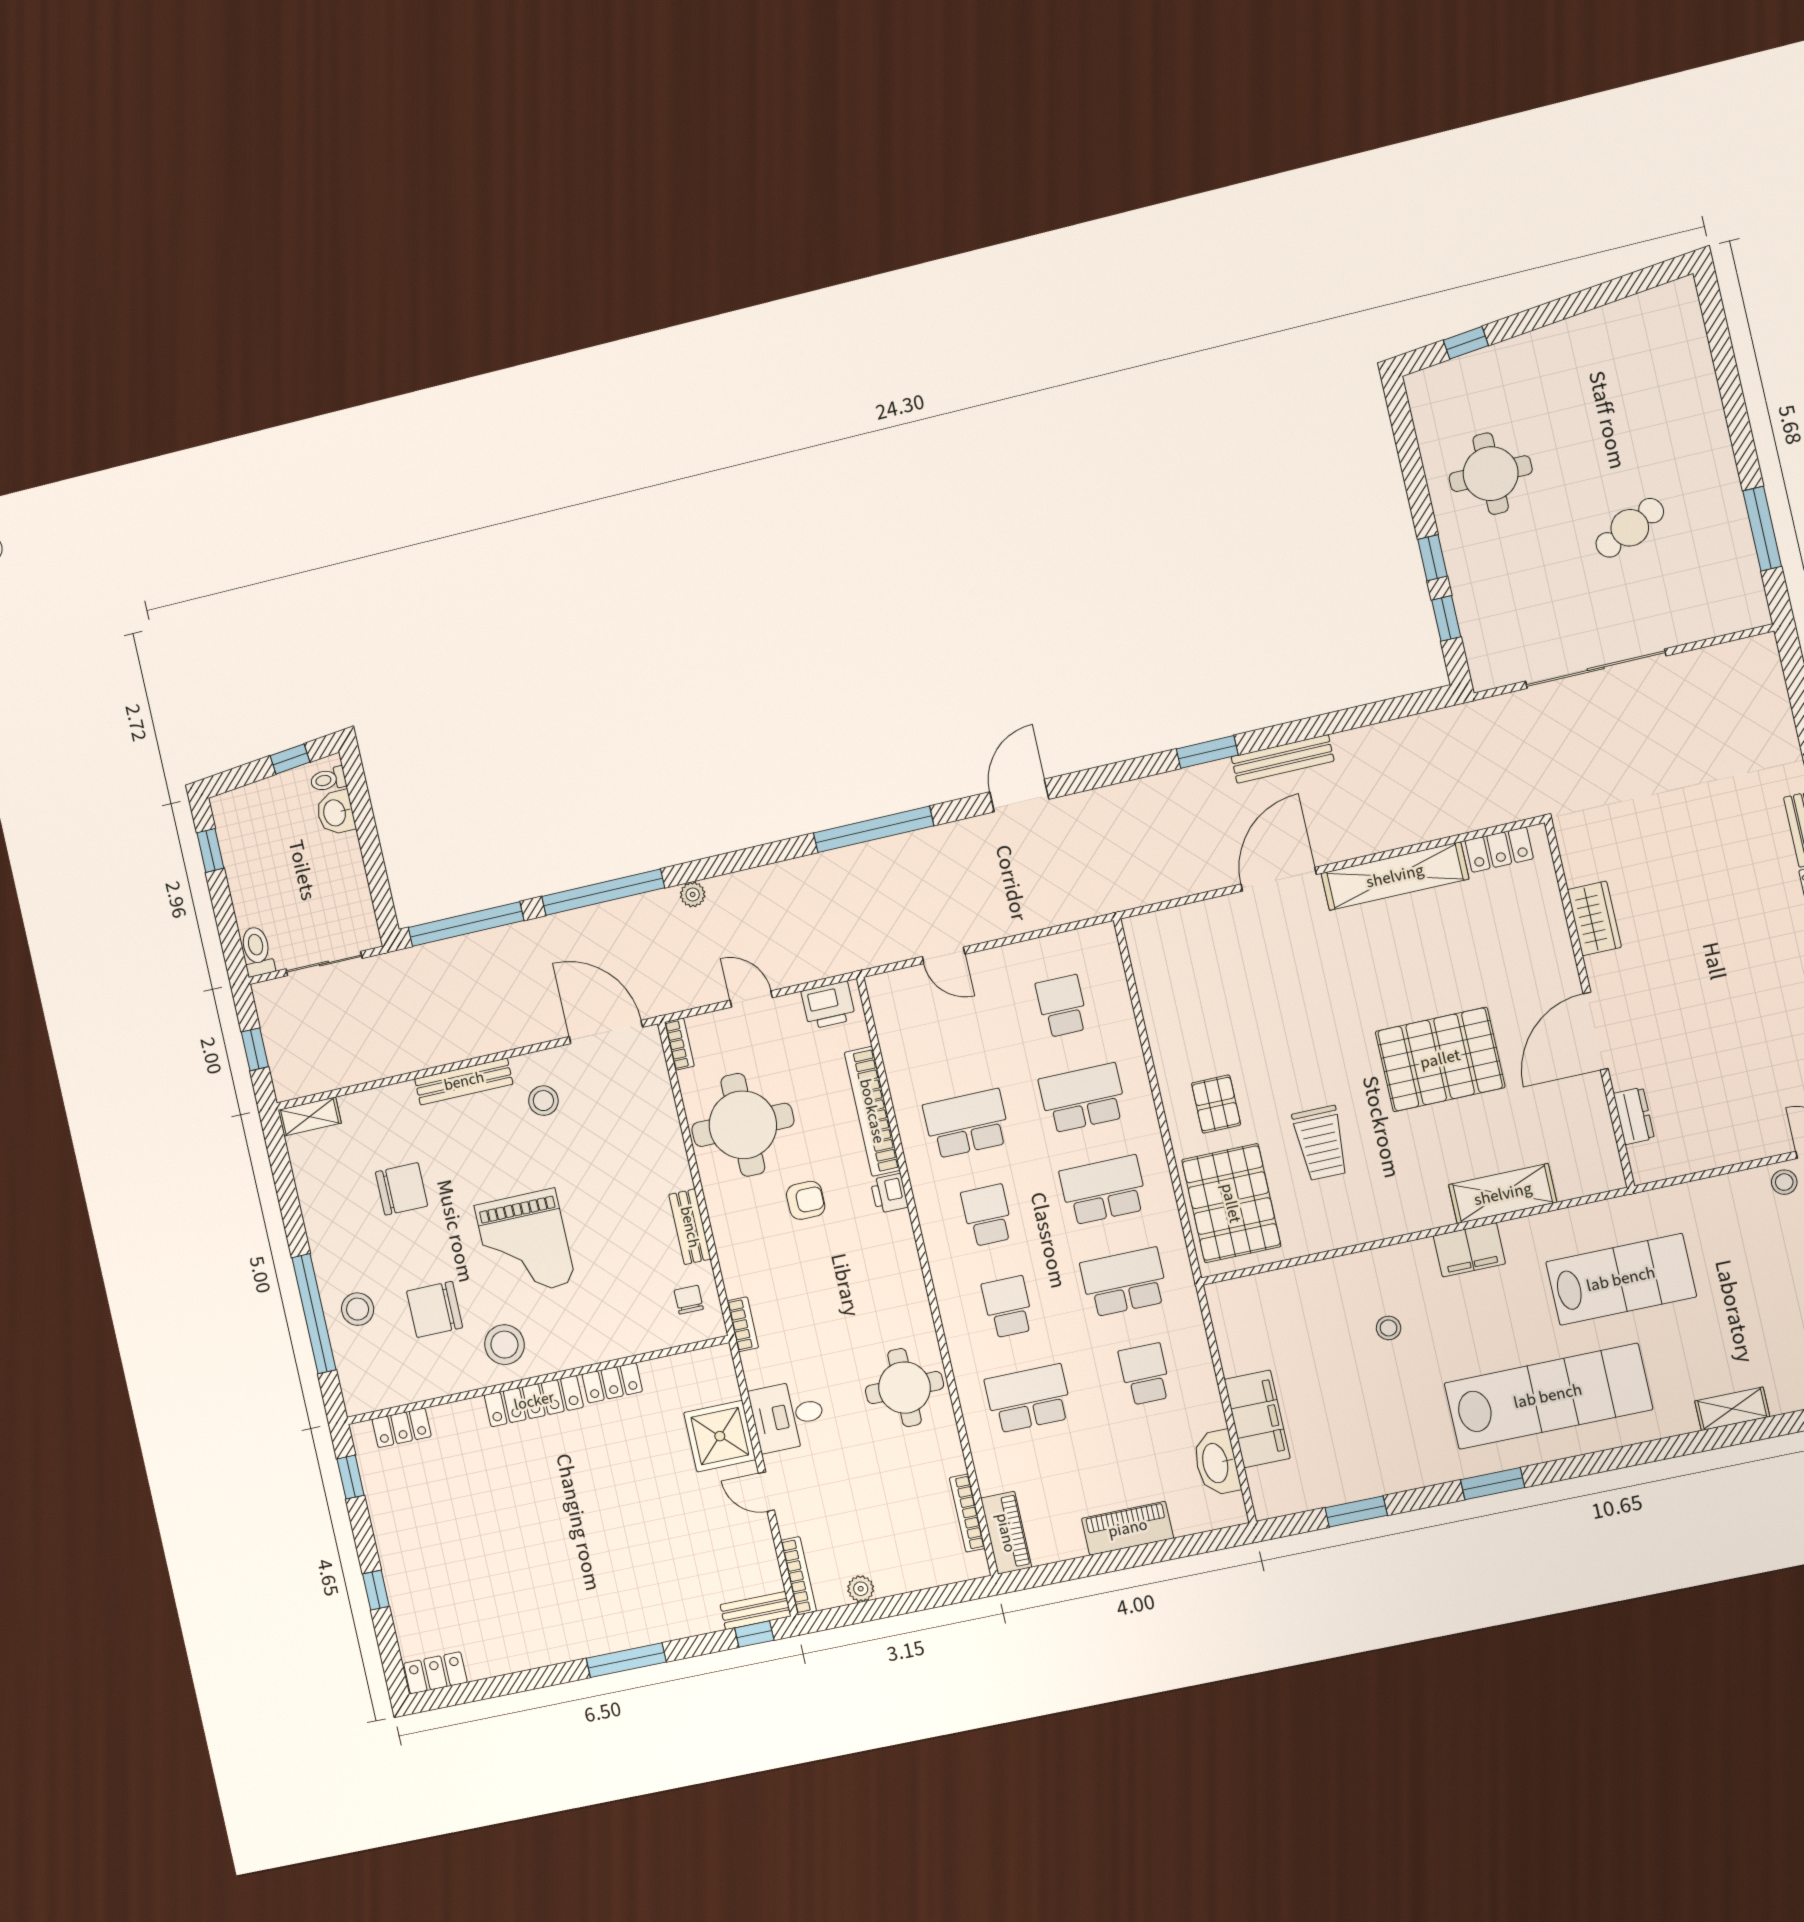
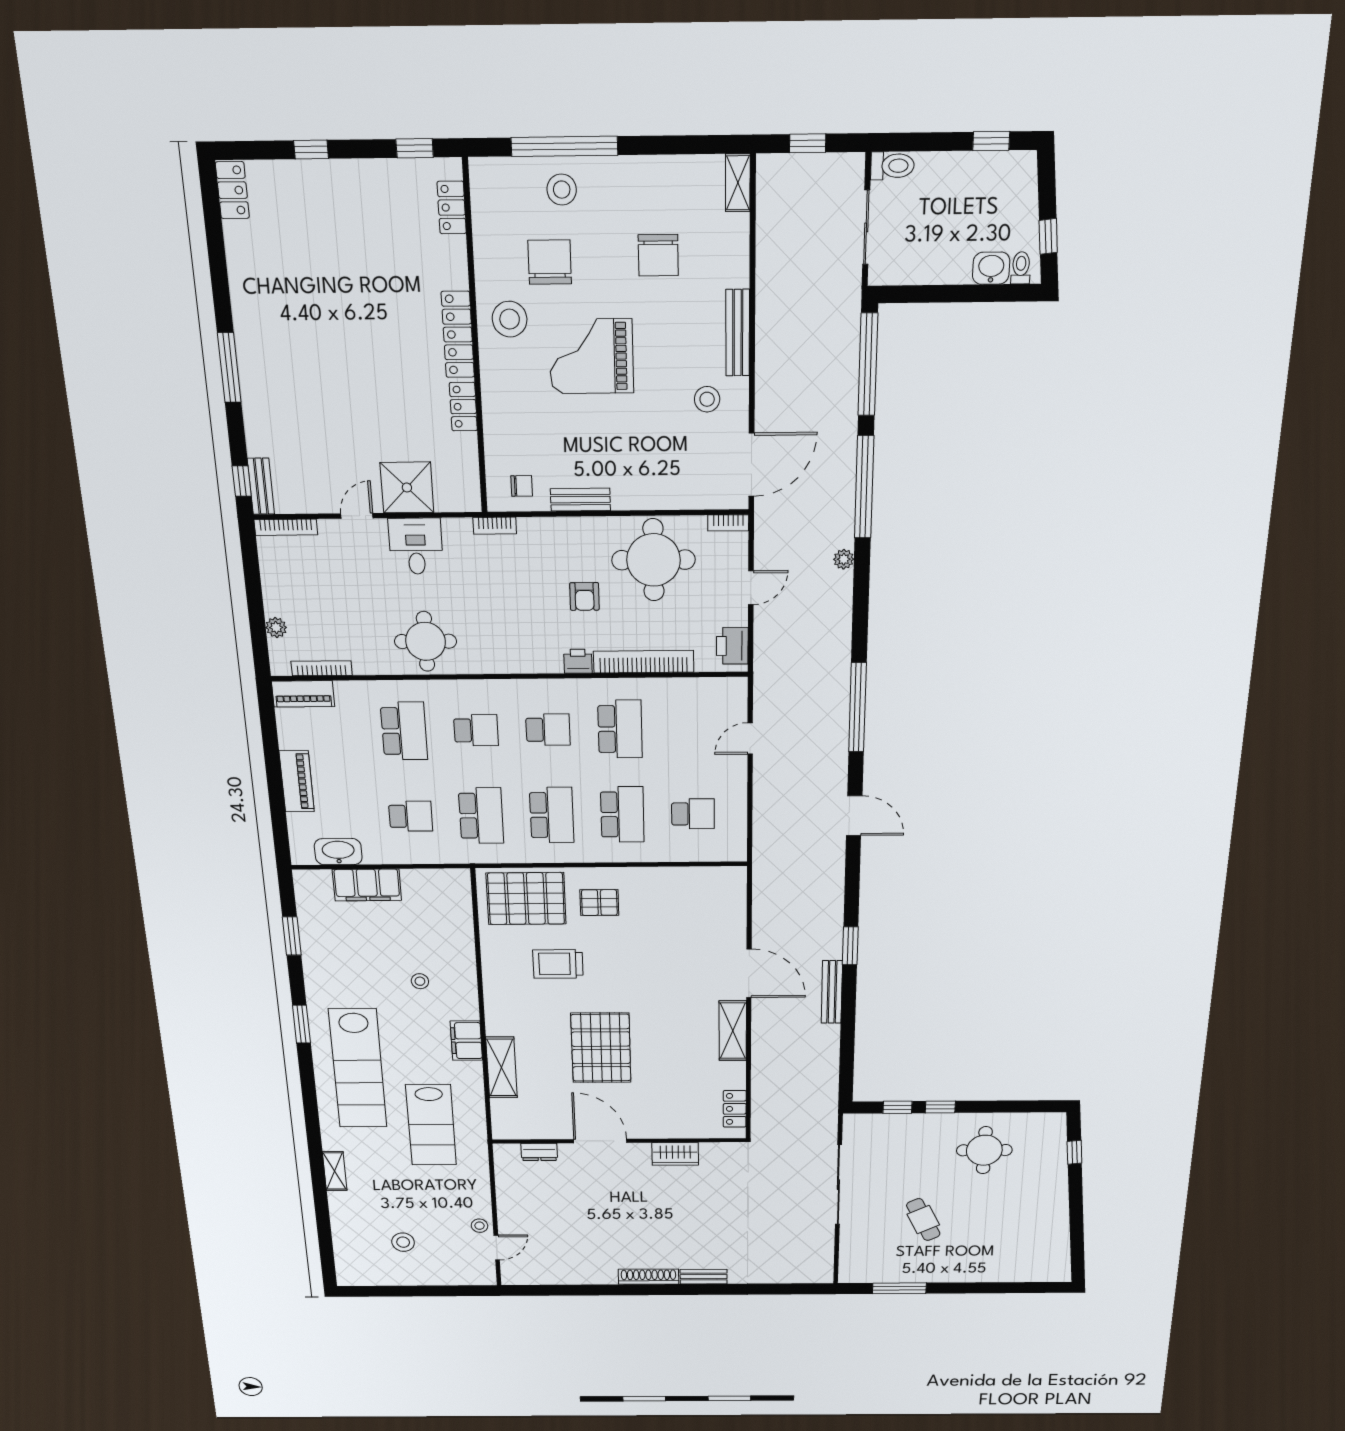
shelving: (1395, 876) -> (733, 1031), width x0.68
plant: (861, 1589) -> (276, 627), moved

